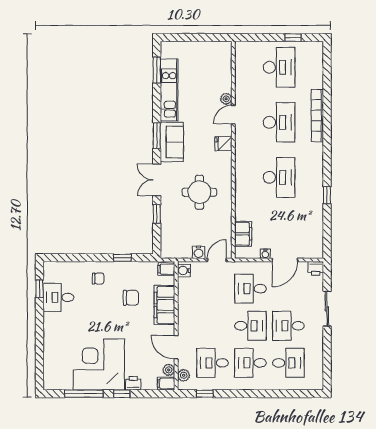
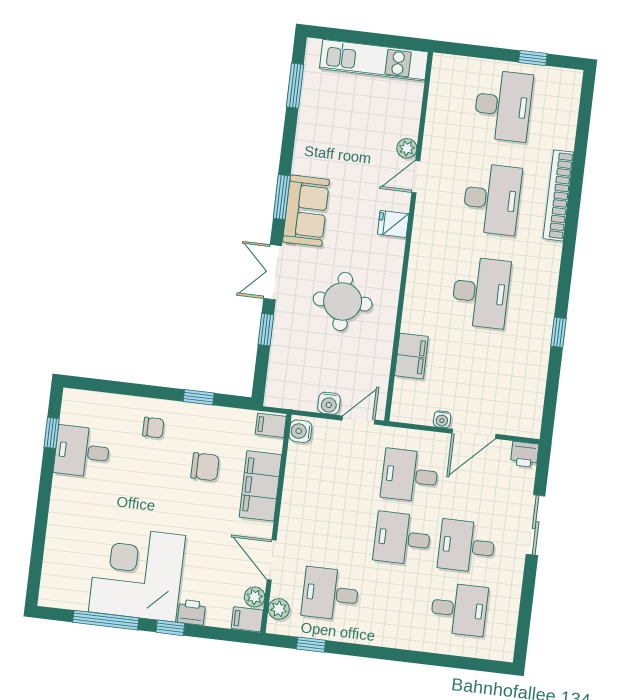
kitchen unit: (169, 90) -> (374, 60), moved, turned 90
filing cabinet: (243, 234) -> (411, 356), moved
desk: (250, 326) -> (402, 539), turned 180
desk: (250, 363) -> (395, 601), removed

